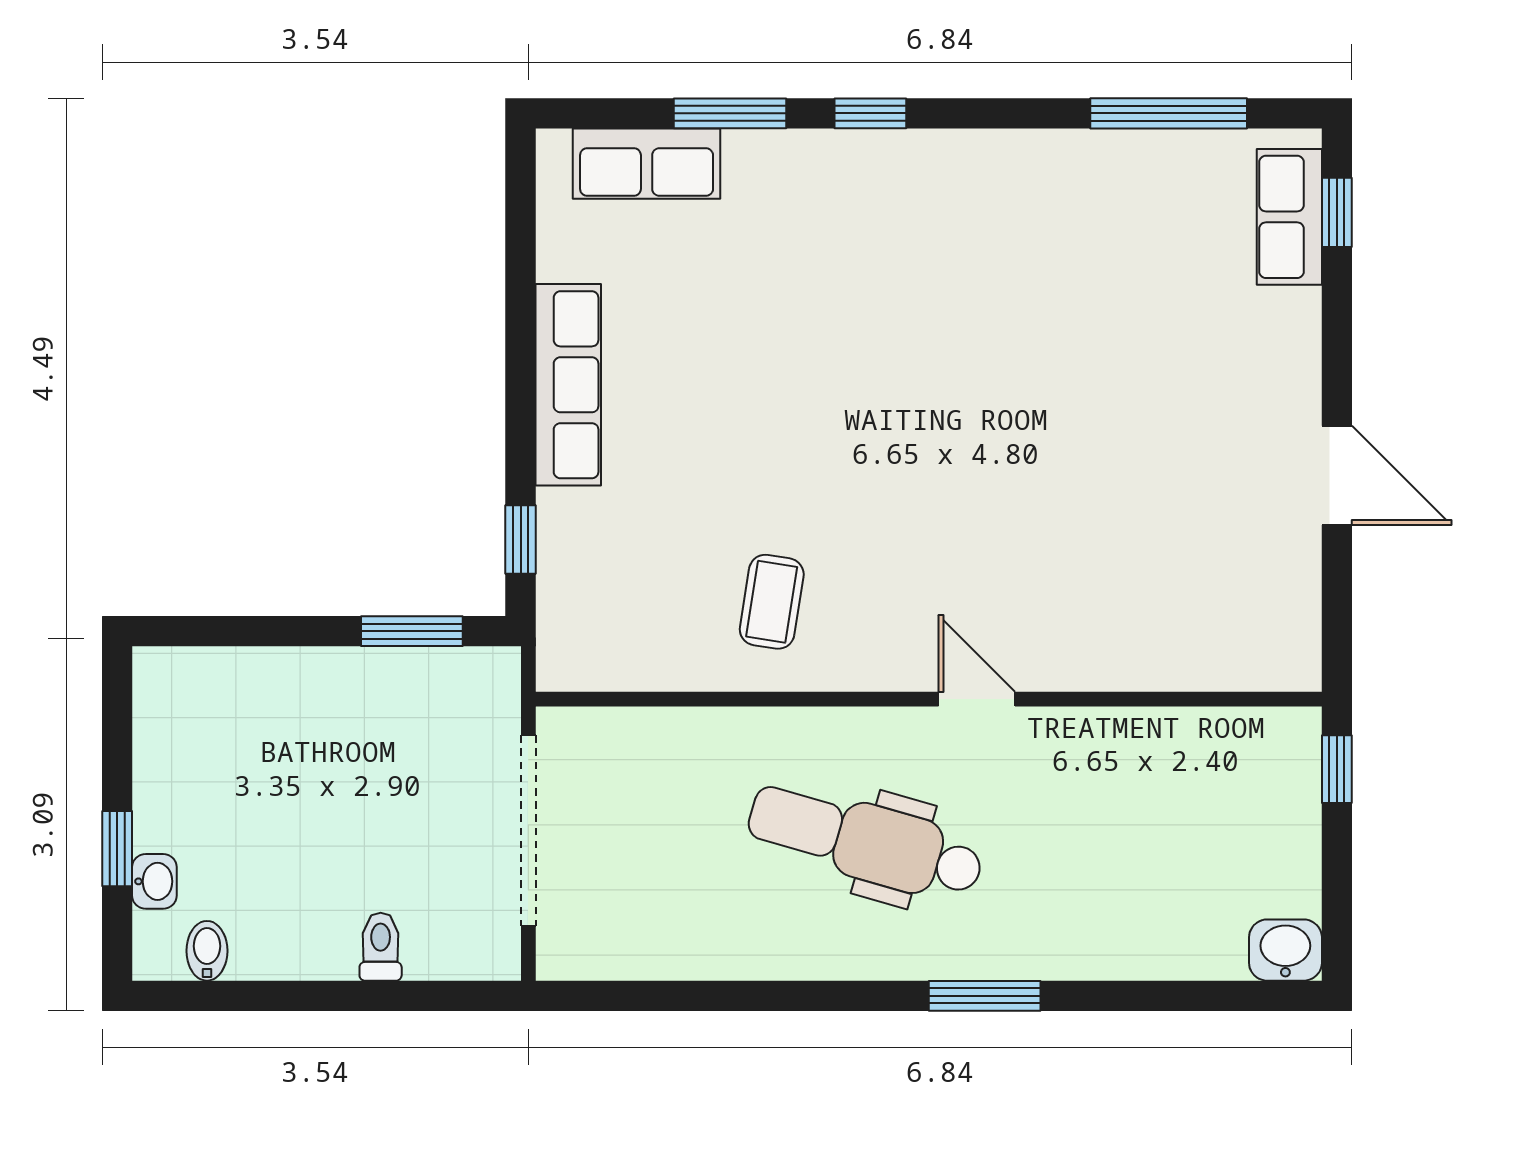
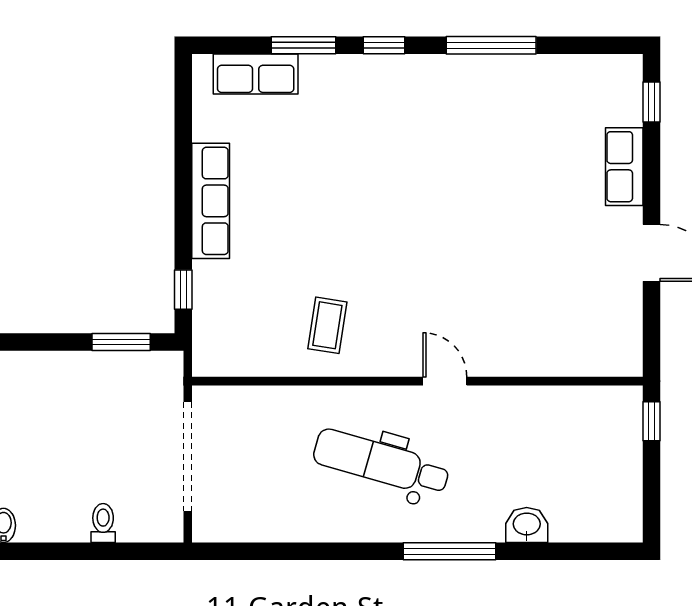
window: (1169, 113) -> (491, 45), moved
row of seats: (1289, 217) -> (624, 167), moved
washbasin: (1285, 950) -> (527, 525), moved
window: (985, 996) -> (449, 551), width x1.44

